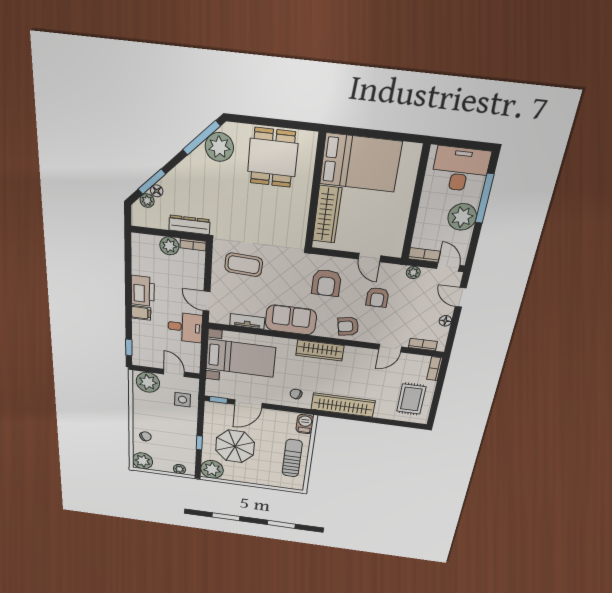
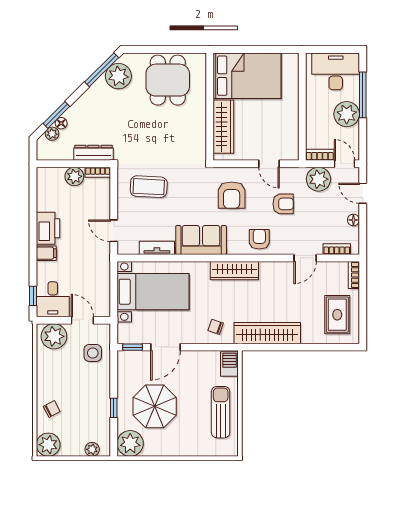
plant: (413, 272) -> (318, 179), width x1.87, depth x1.87
armchair: (377, 297) -> (283, 204), turned -90
armchair: (348, 326) -> (259, 239), turned 101
desk: (185, 327) -> (53, 299), moved, turned 90

